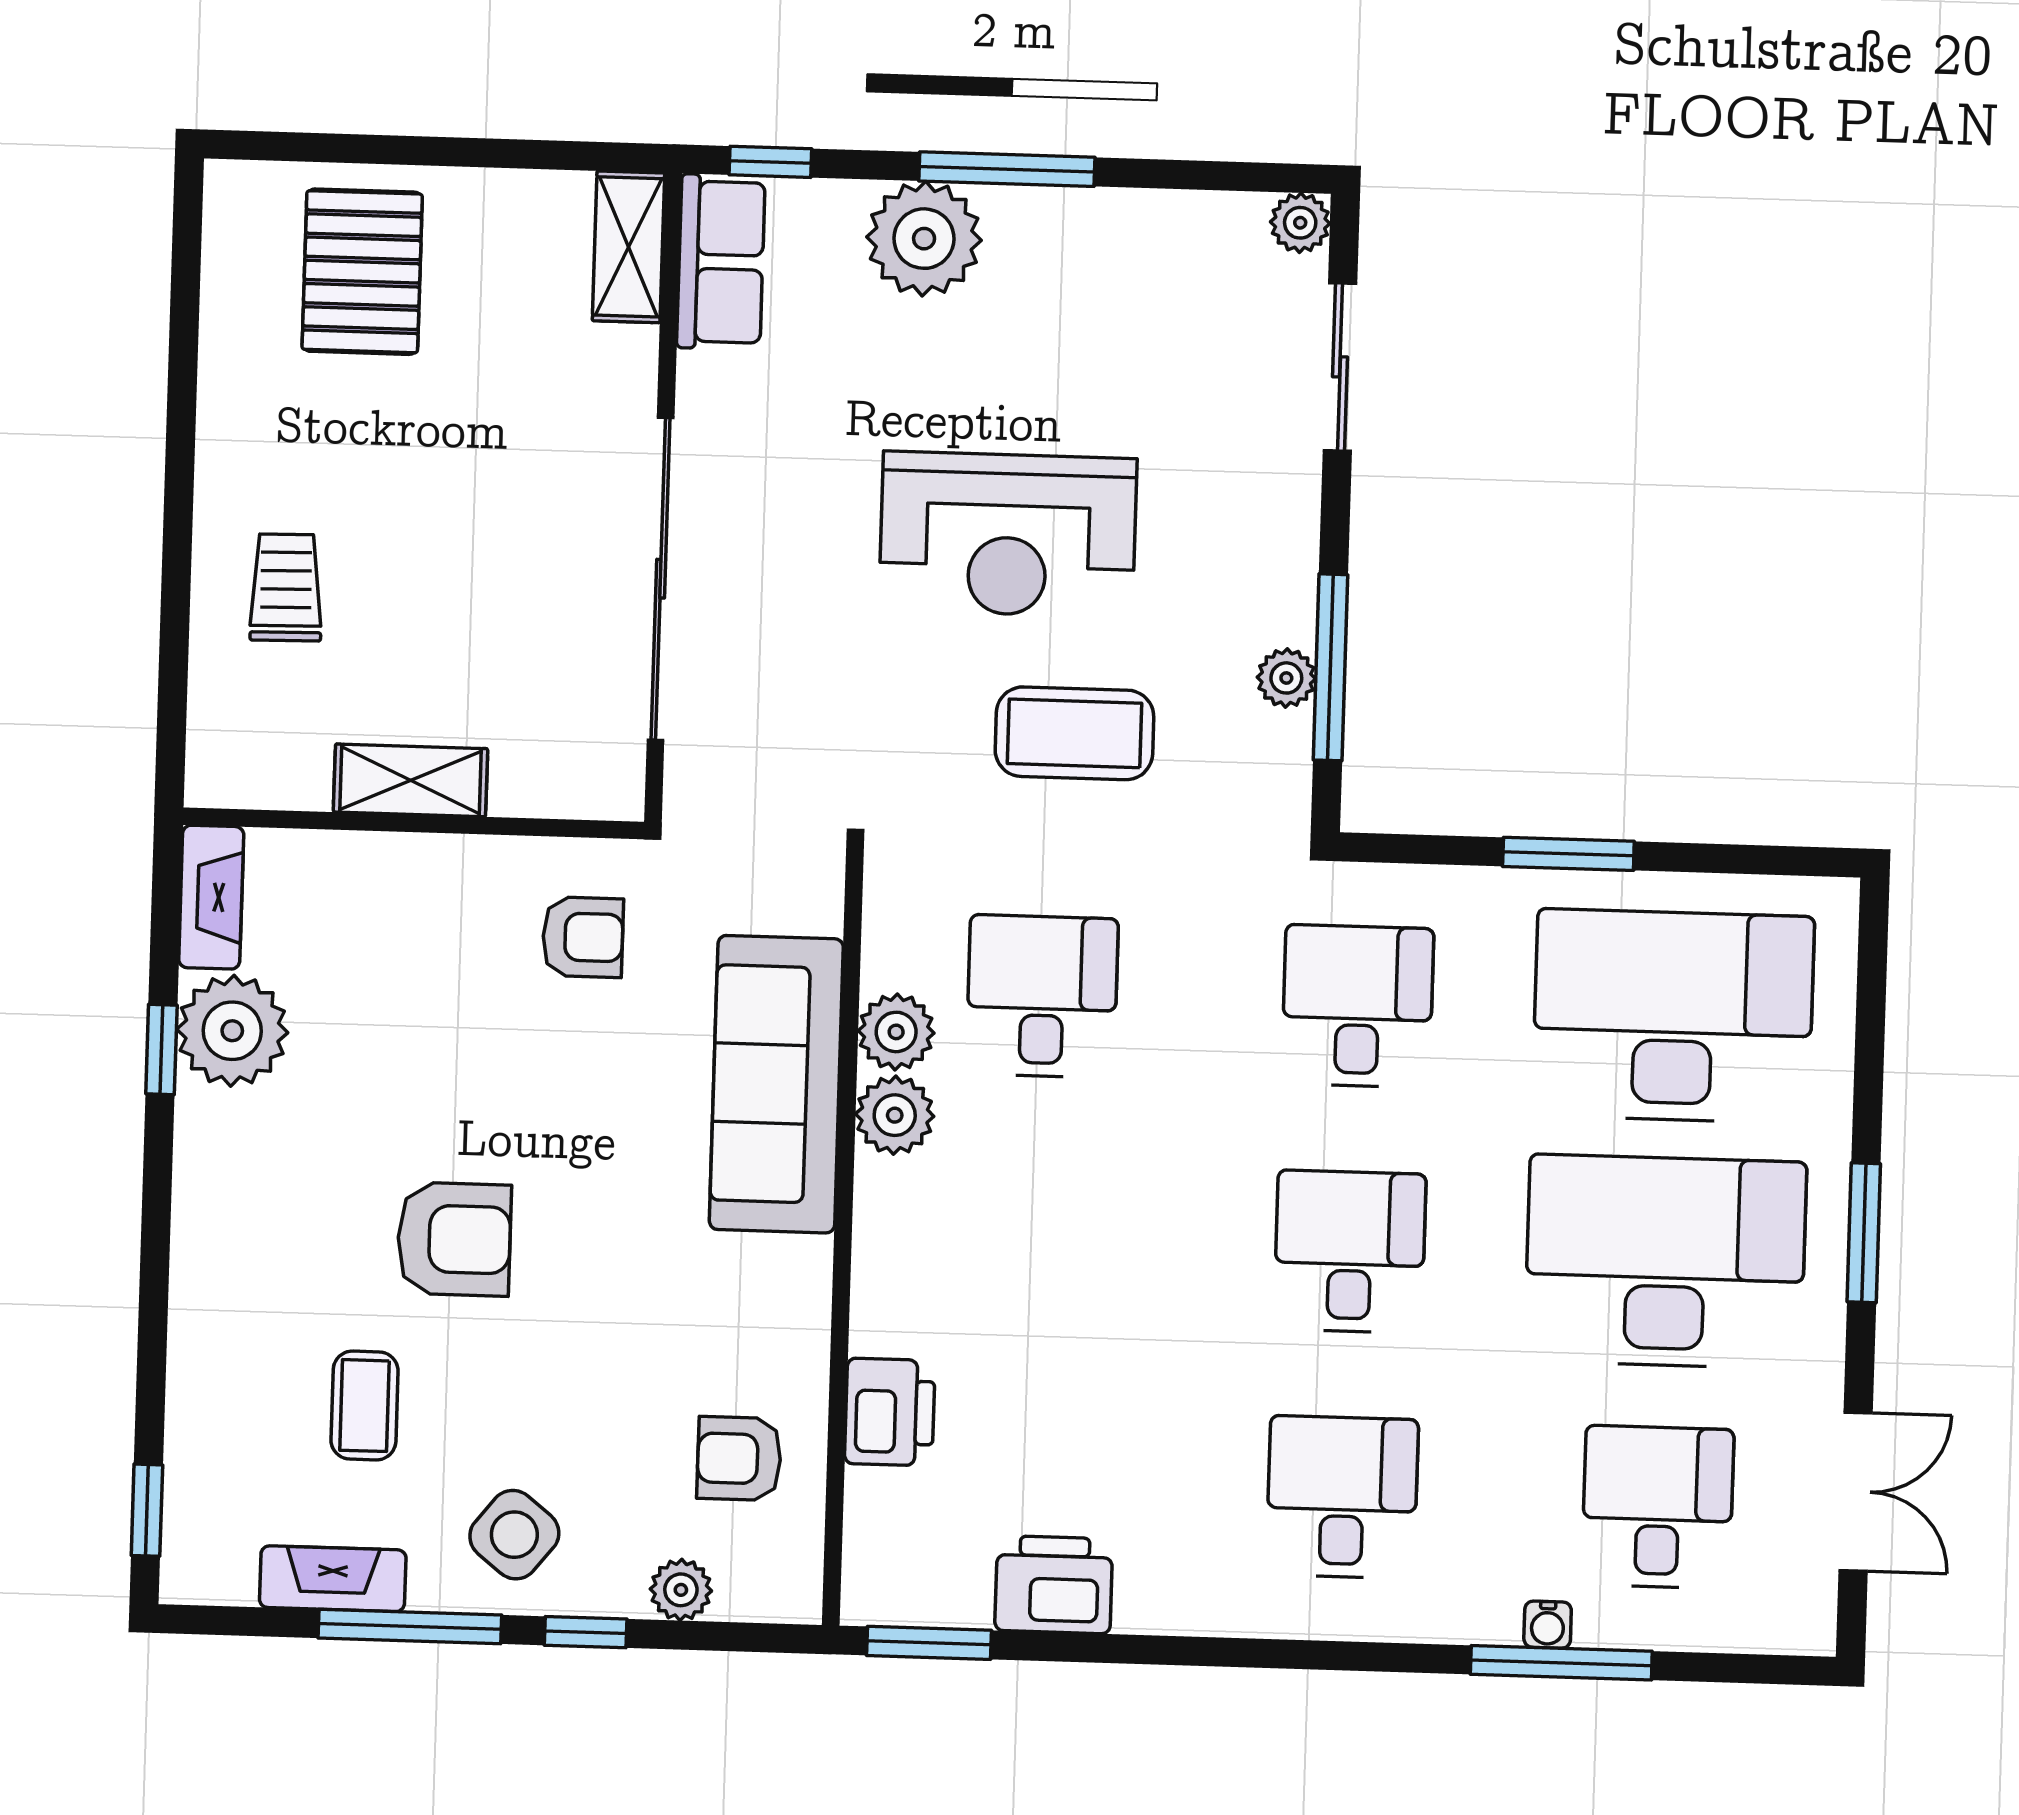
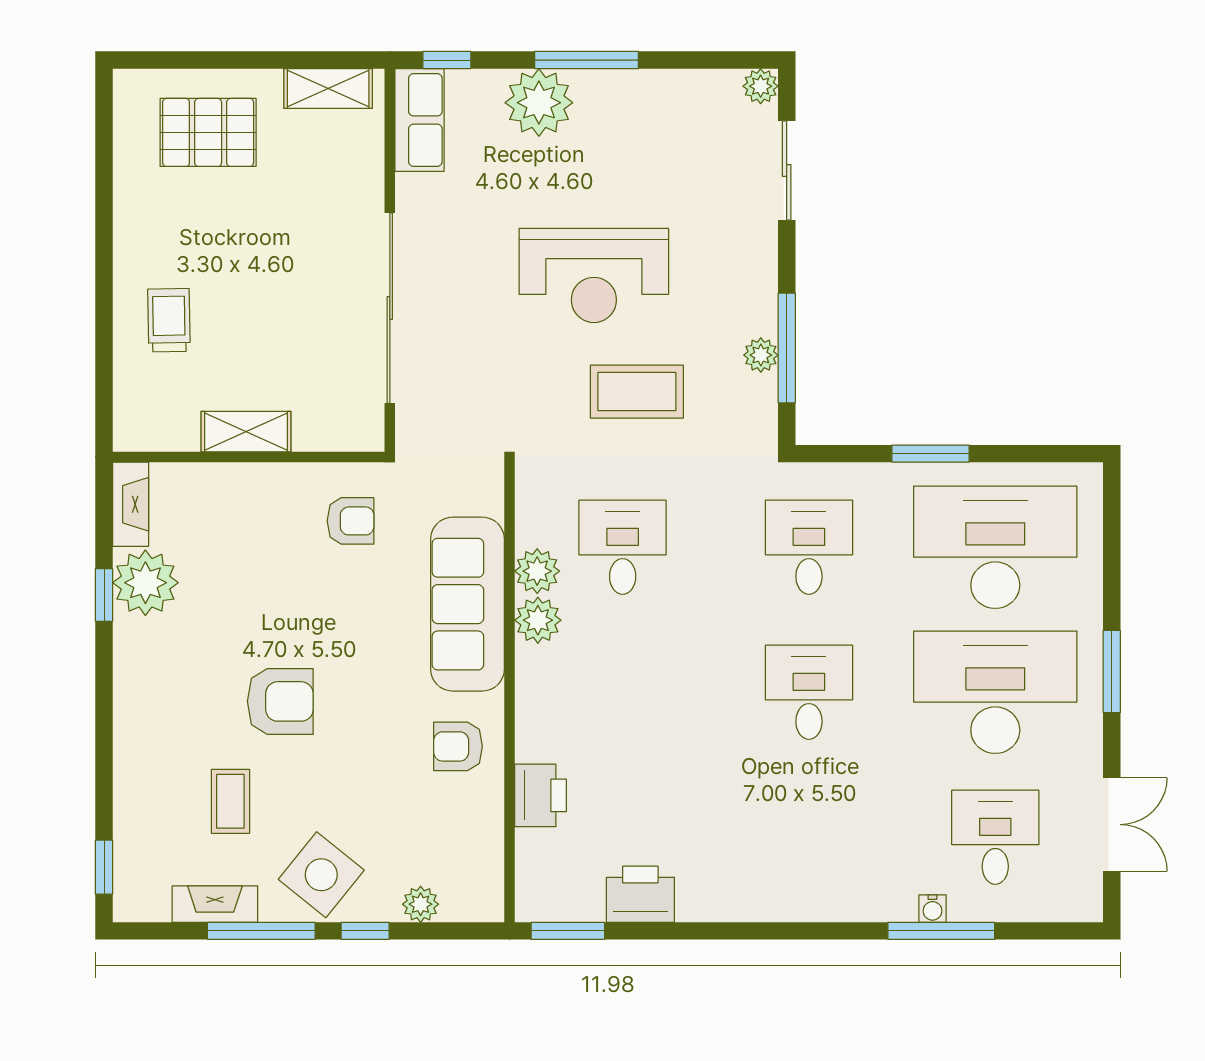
shelving: (628, 247) -> (328, 89), moved, turned 90
pallet: (362, 272) -> (208, 132), turned 90
armchair: (739, 1459) -> (458, 746), moved
desk: (1342, 1497) -> (809, 837), removed
side table: (514, 1535) -> (321, 875), width x1.37, depth x1.37

